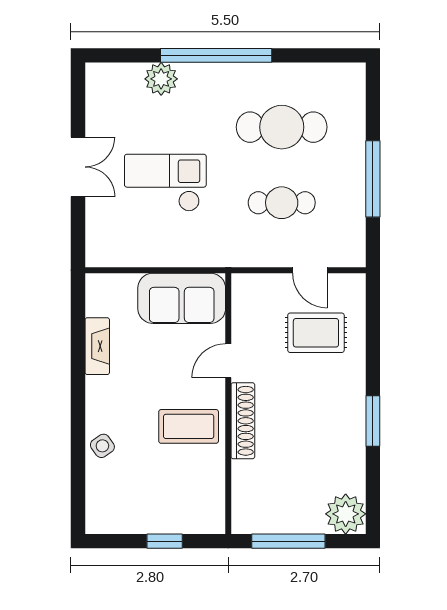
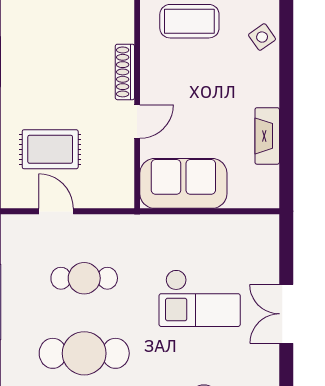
shoe rack: (243, 421) -> (125, 72), width x0.74, depth x0.81
coffee table: (189, 426) -> (189, 21), moved

